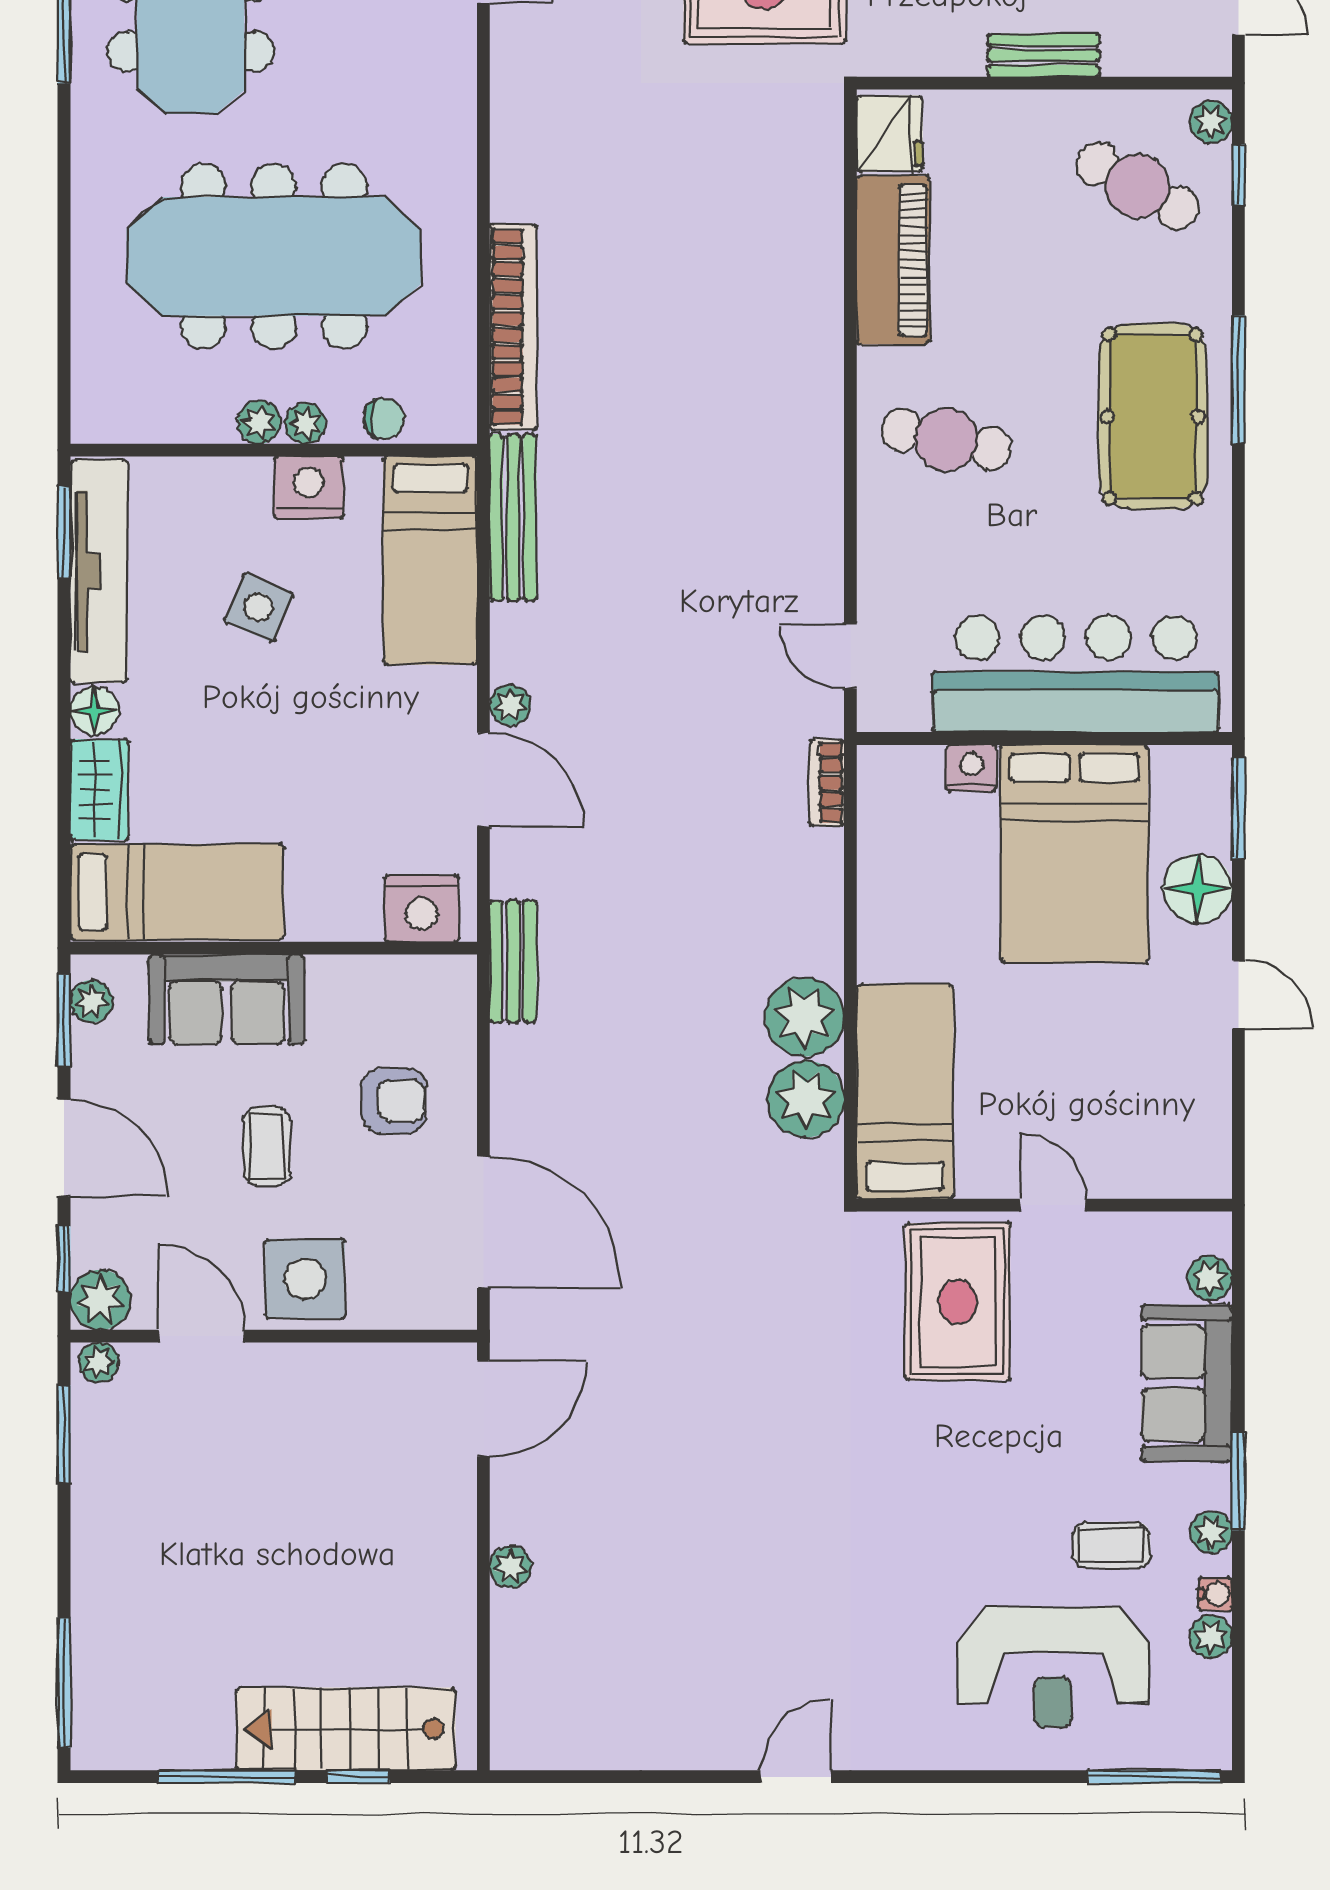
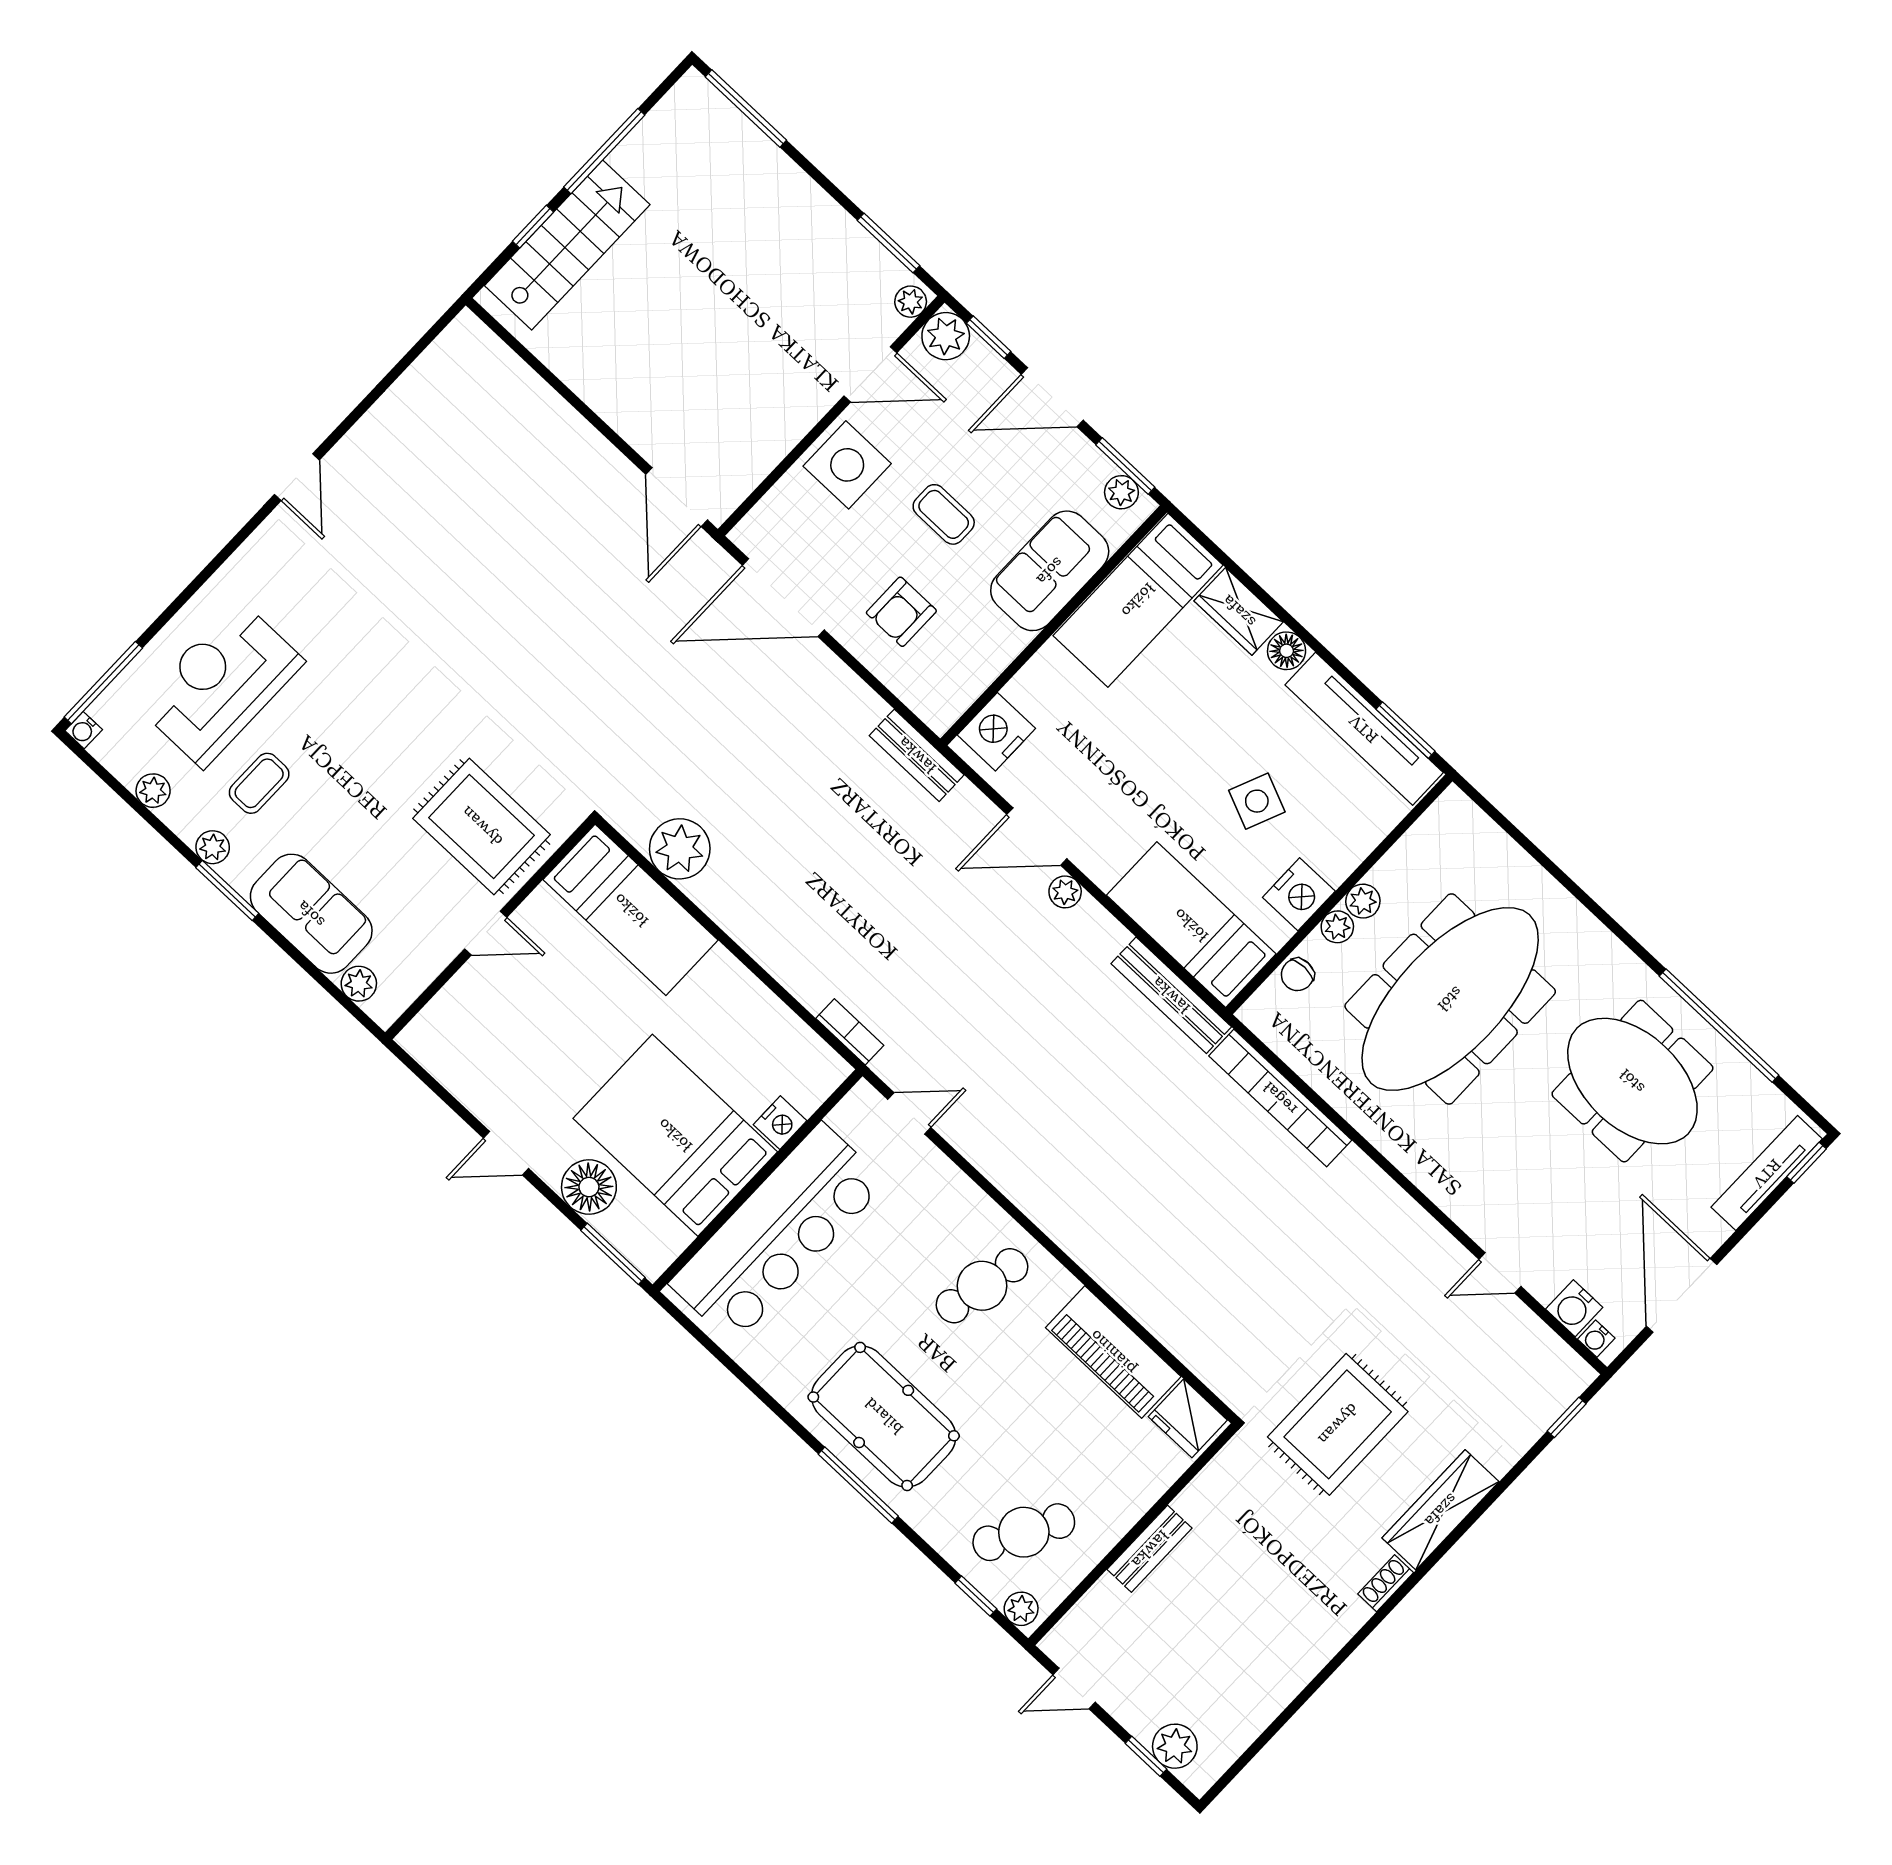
plant: (805, 1017) -> (727, 892), removed
plant: (511, 1567) -> (571, 427), removed
water cooler: (1215, 1594) -> (84, 730), moved

